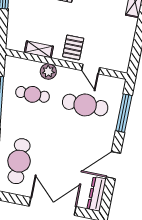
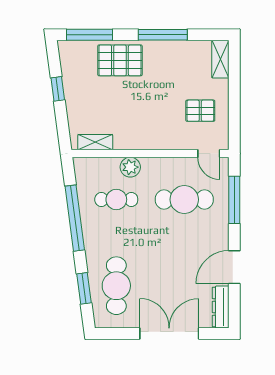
pallet: (73, 47) -> (200, 111), moved, turned 90
shelving: (39, 49) -> (95, 142), moved
door: (91, 69) -> (209, 154), moved

